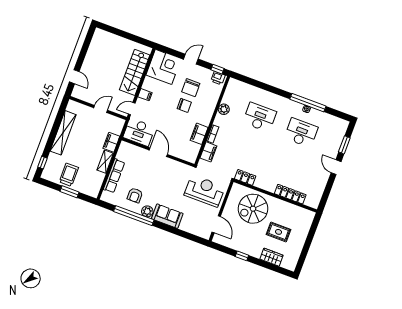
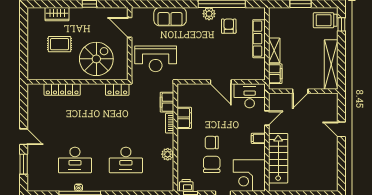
wall: (98, 108) -> (303, 91), moved
door: (101, 109) -> (300, 91), moved
trolley: (69, 175) -> (325, 20), moved, turned 90
sofa: (167, 216) -> (170, 17), moved

